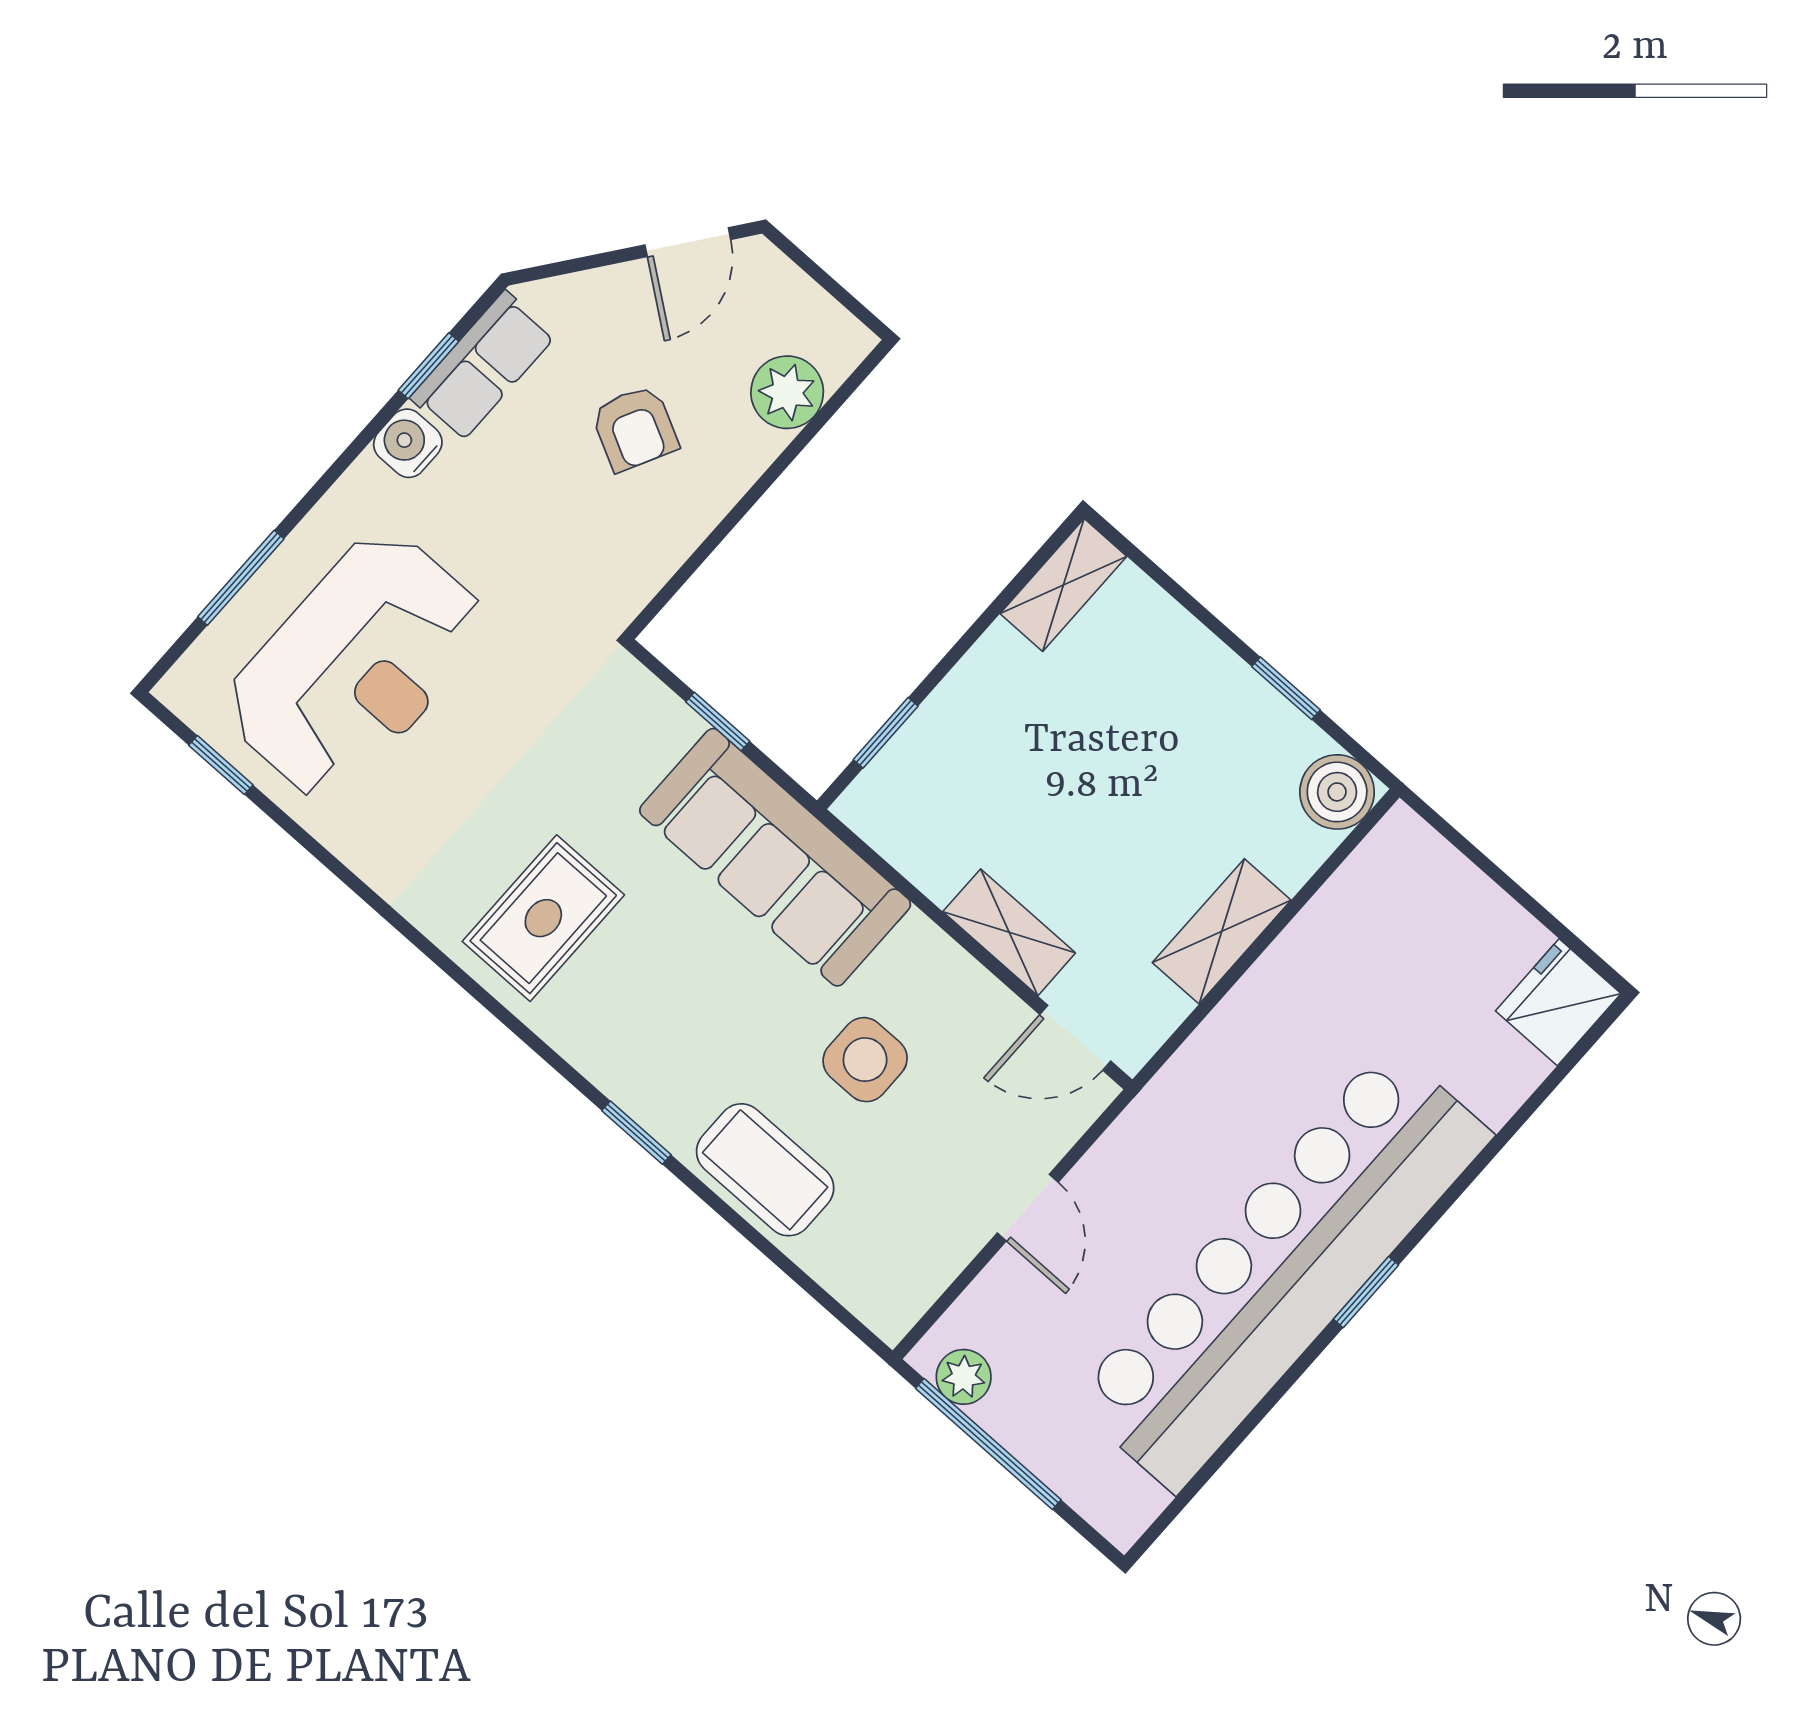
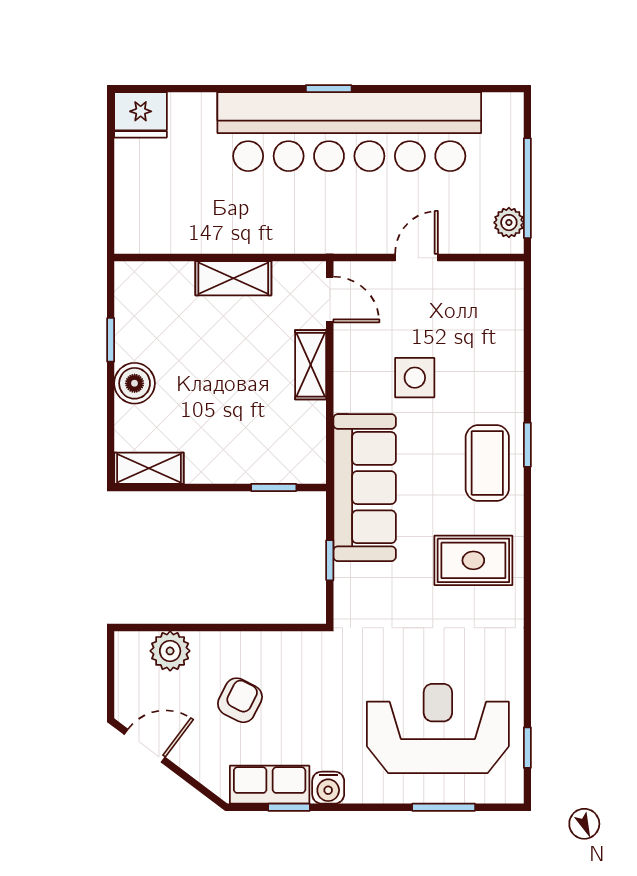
boiler: (1337, 792) -> (135, 383), moved
coffee table: (765, 1170) -> (487, 463), moved

